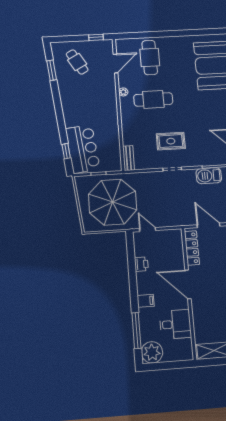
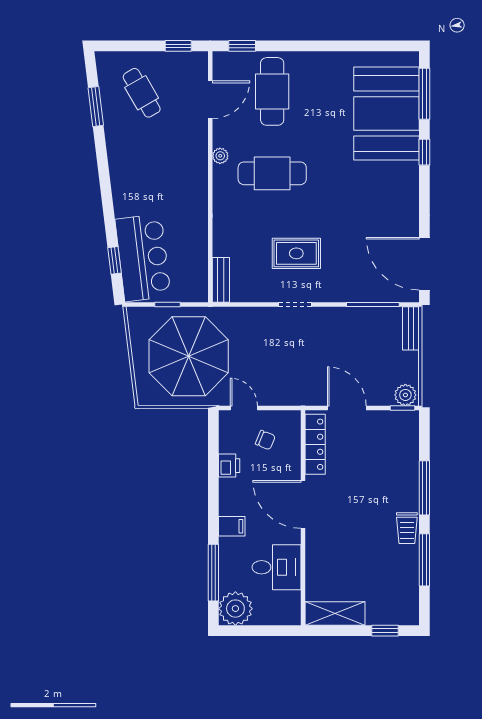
window: (131, 36) -> (242, 46), added
barbecue: (209, 176) -> (356, 320), removed
chair: (162, 247) -> (265, 440), added

